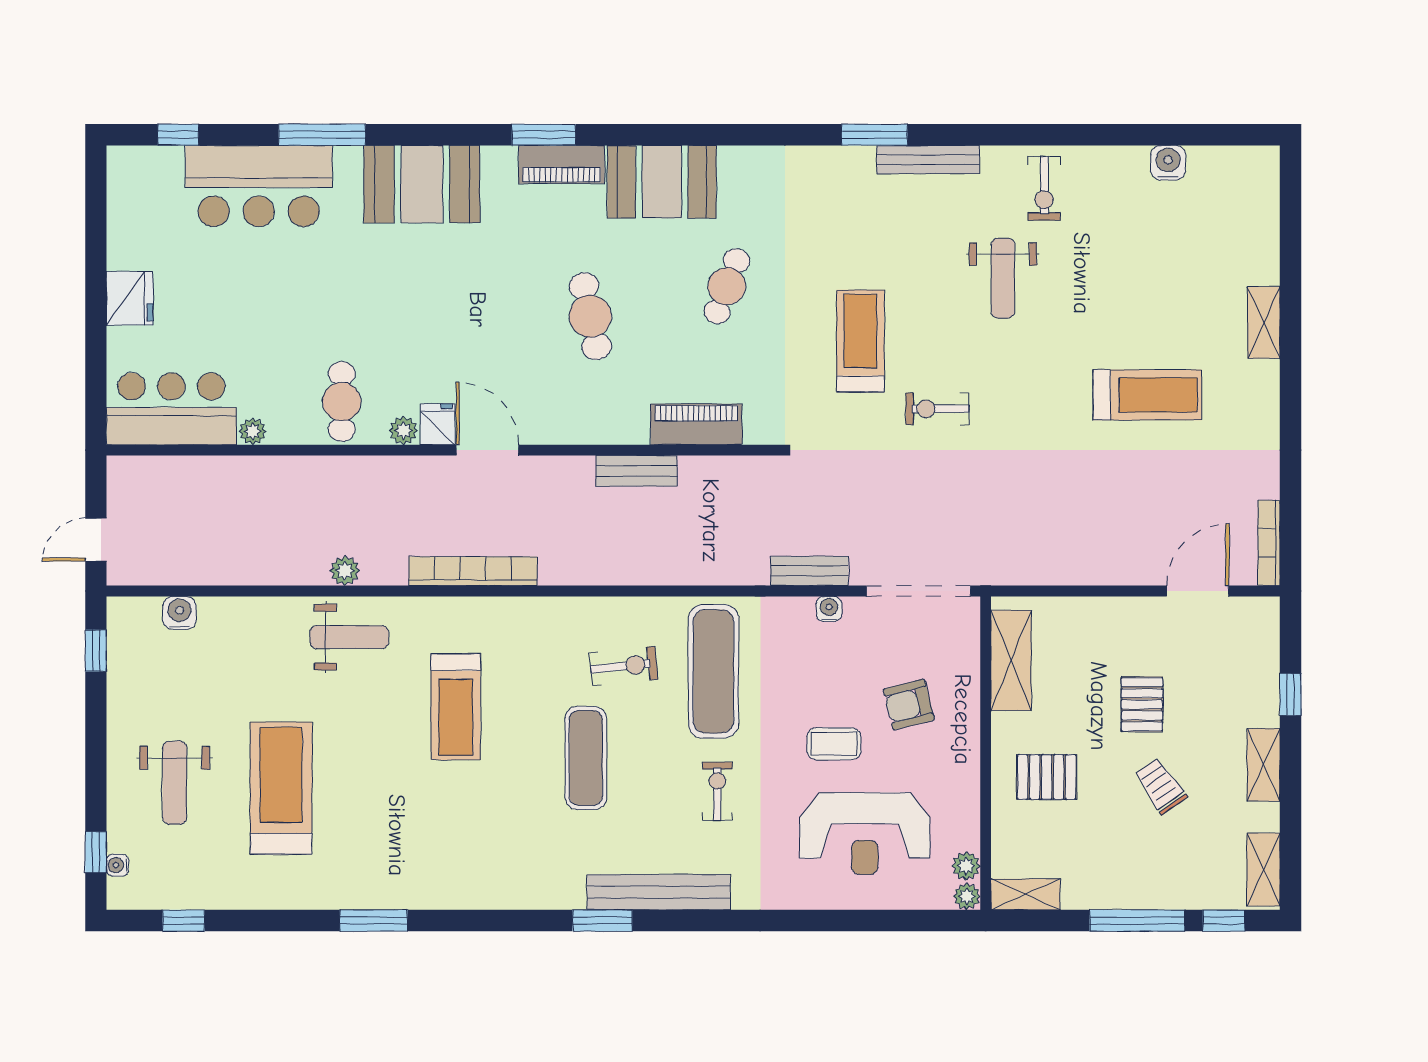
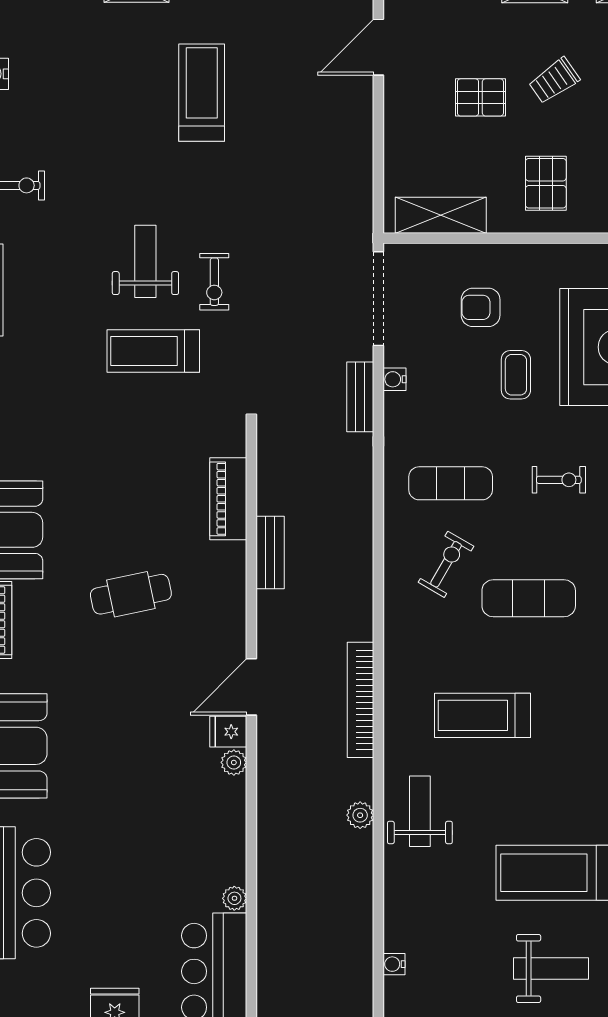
weight bench: (1003, 278) -> (145, 261), moved, turned -90
cafe table: (727, 286) -> (104, 471), removed
cafe table: (342, 402) -> (208, 818), removed
door: (1198, 591) -> (378, 47), hinge flipped
water cooler: (180, 613) -> (394, 964), width x0.72, depth x0.72
exercise bike: (624, 666) -> (446, 564), turned 36
exercise mat: (713, 671) -> (451, 483), width x0.73, depth x0.69
armchair: (909, 705) -> (481, 307), turned 104
treadmill: (456, 707) -> (483, 715), turned 180
exercise bike: (717, 791) -> (559, 480), turned 180

